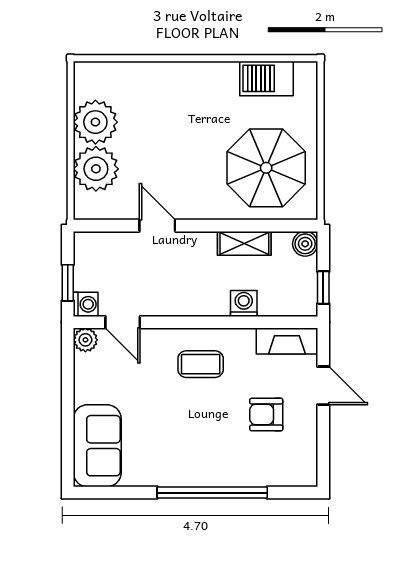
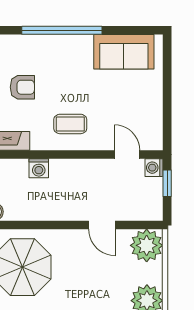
plant: (96, 169) -> (147, 245), moved
shelving: (244, 243) -> (38, 212), removed
plant: (85, 340) -> (154, 142), removed
sofa: (97, 446) -> (124, 52), moved, turned -90

